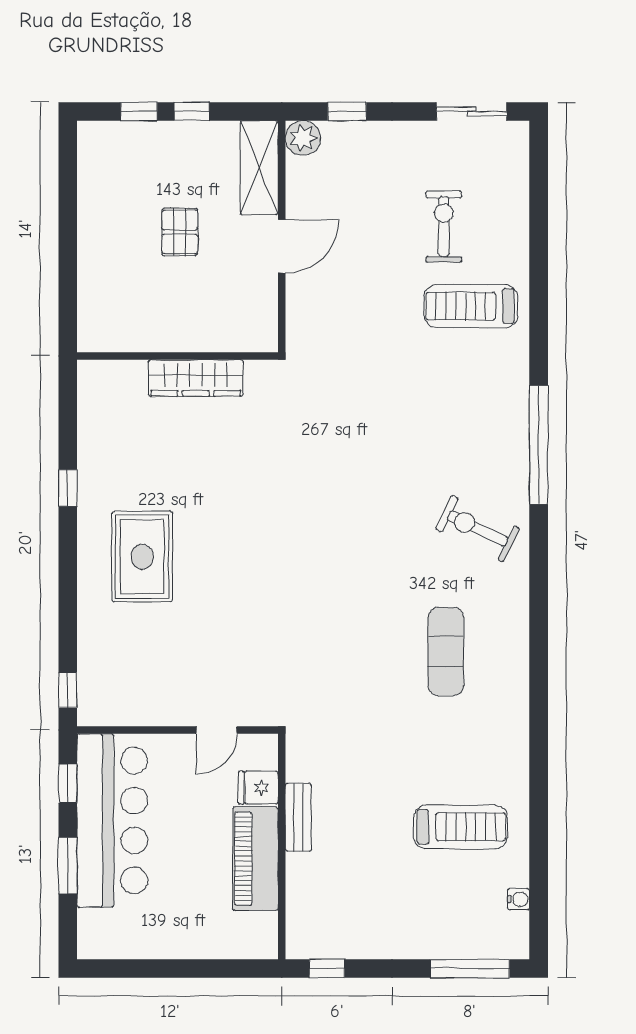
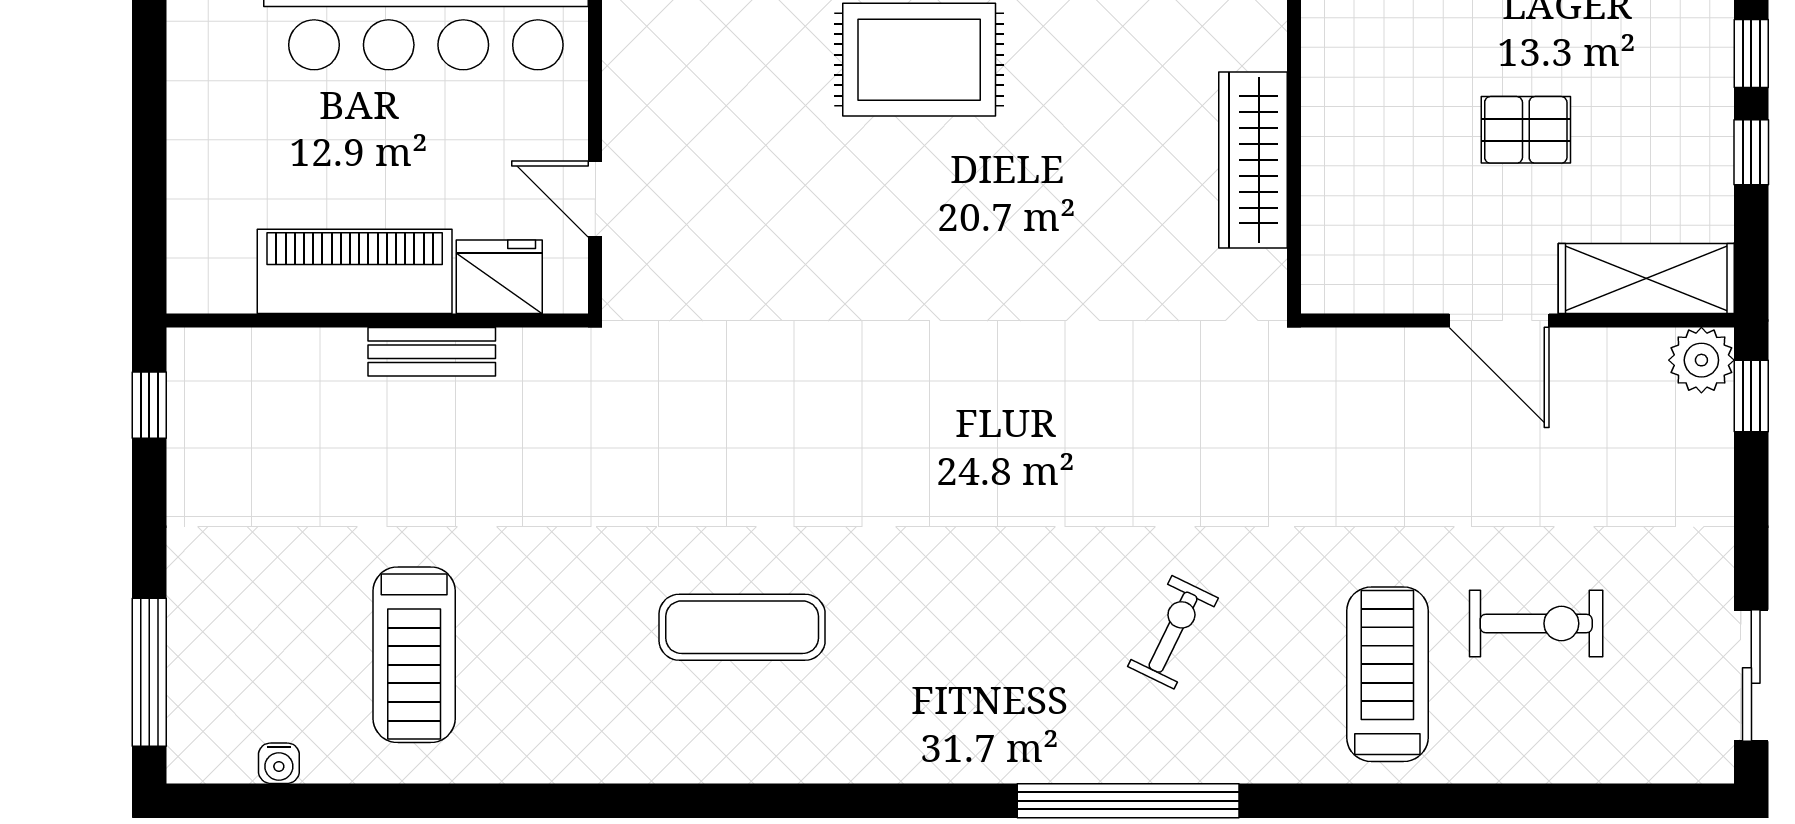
window: (347, 111) -> (1751, 396), moved
exercise bike: (478, 529) -> (1173, 632), moved, width x0.73, depth x0.72
fridge: (258, 788) -> (499, 277), width x1.38

